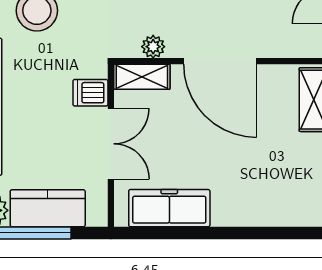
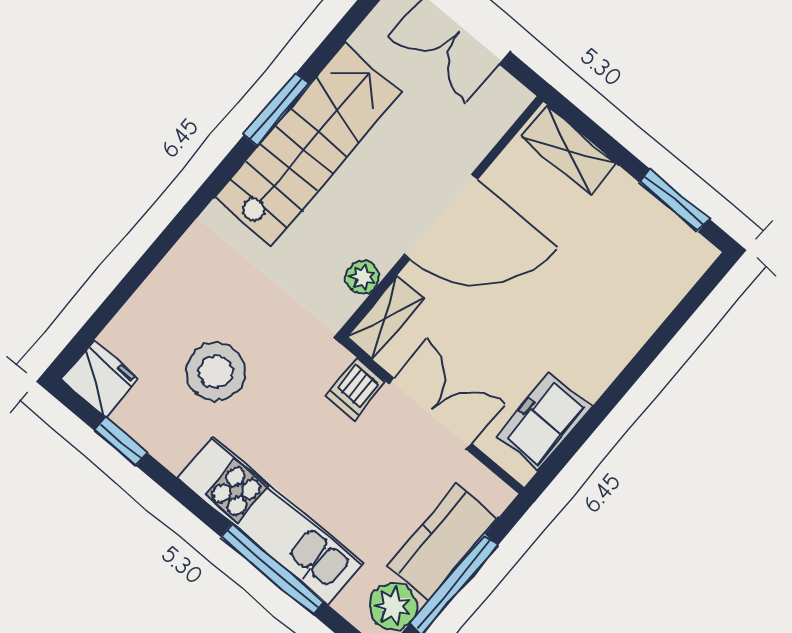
freezer: (169, 208) -> (544, 422), width x0.71

